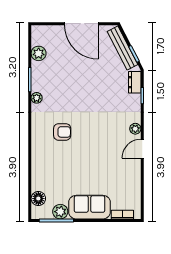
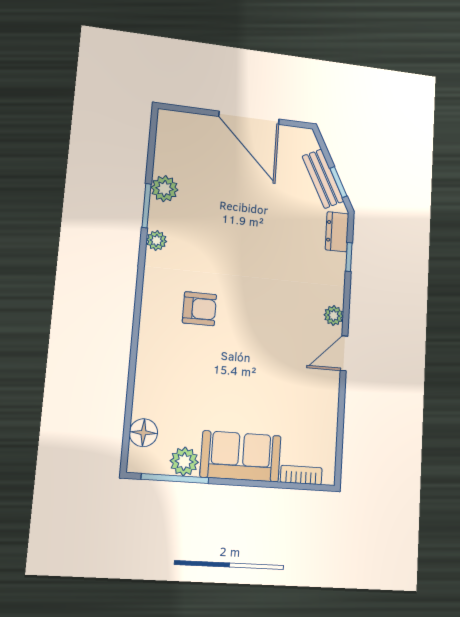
bench: (122, 48) -> (323, 179), width x0.73
plant: (39, 53) -> (165, 189), moved

